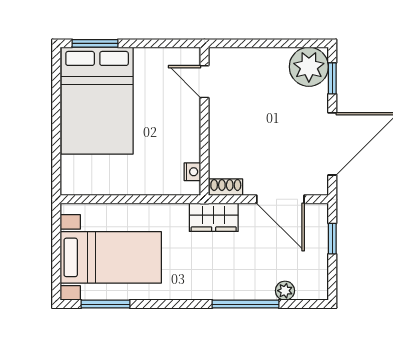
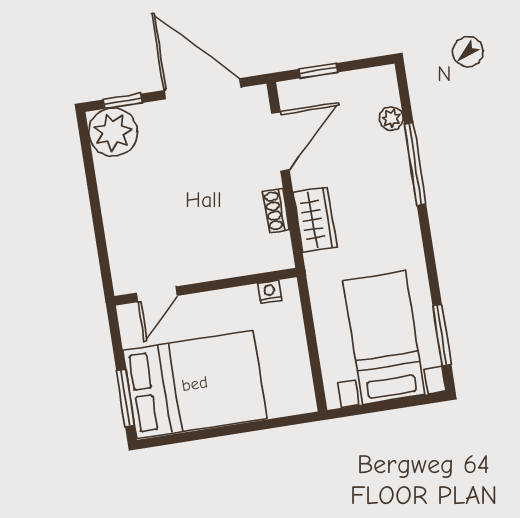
door: (204, 82) -> (157, 294), moved
wall: (204, 121) -> (206, 287), moved
nightstand: (192, 172) -> (269, 292), moved

